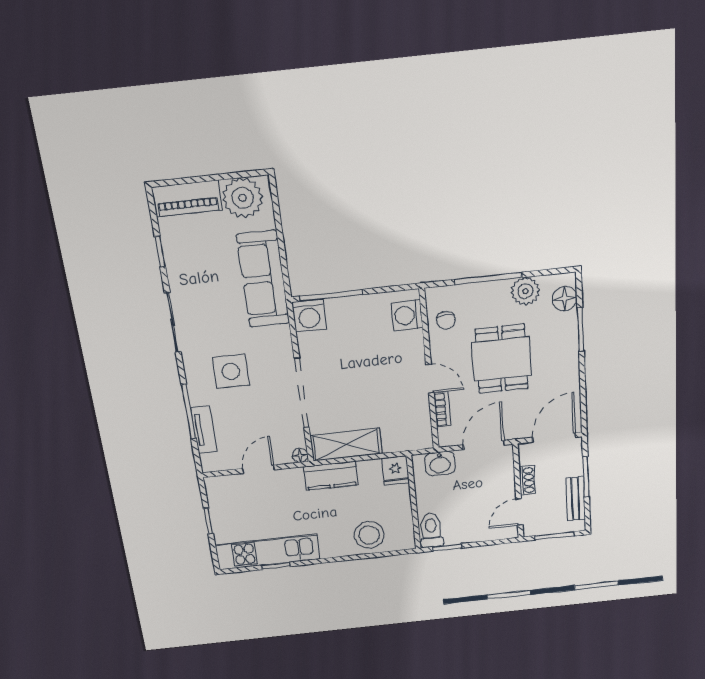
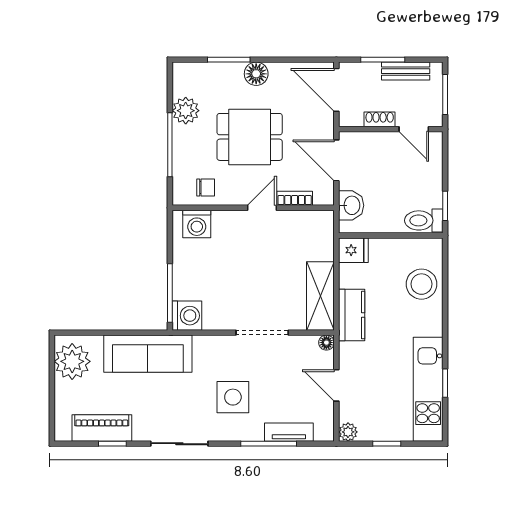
piano: (187, 198) -> (102, 428), moved, turned -90
floor lamp: (565, 299) -> (256, 74), moved
doorway: (302, 393) -> (262, 333), width x0.73
plant: (214, 485) -> (348, 432), added

